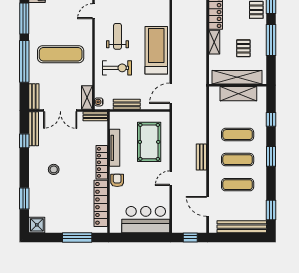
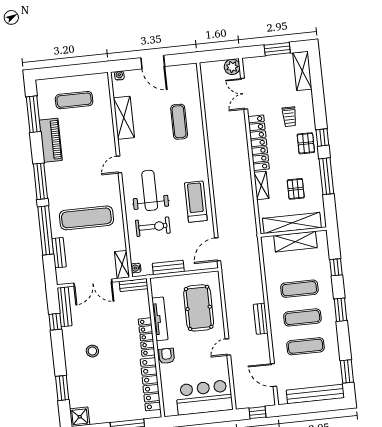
weight bench: (118, 36) -> (150, 190), width x1.36, depth x1.33
treadmill: (156, 50) -> (196, 202), width x0.73, depth x0.73
bench: (34, 97) -> (59, 253), moved

